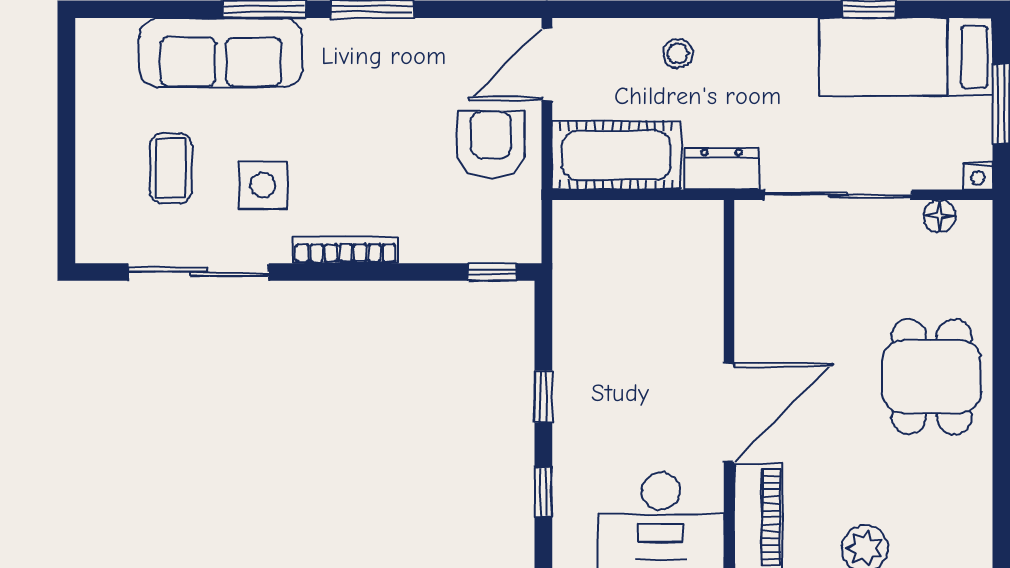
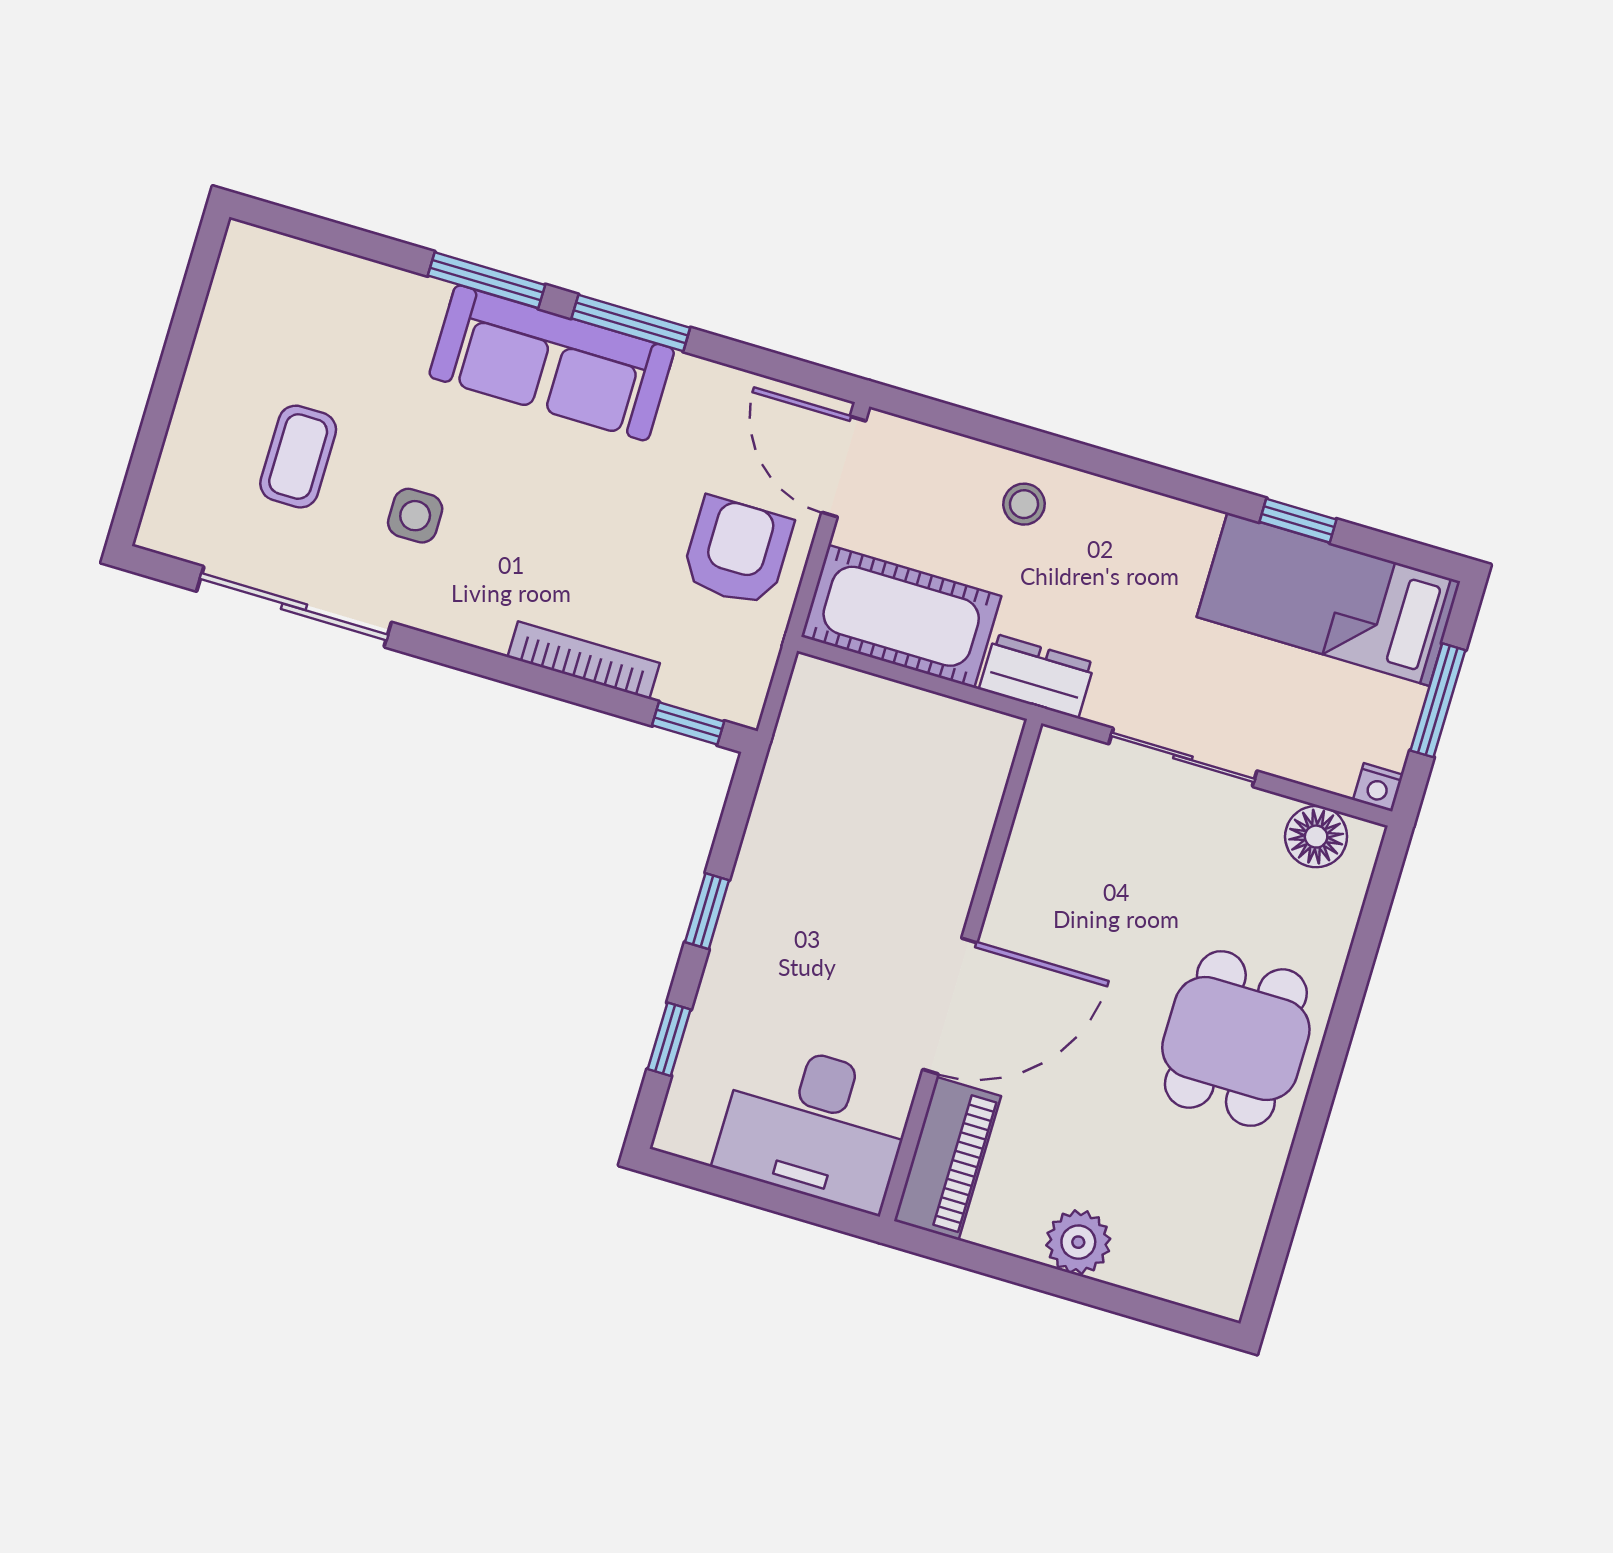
sofa: (221, 53) -> (552, 363), moved
door: (547, 64) -> (844, 467), hinge flipped
side table: (263, 185) -> (415, 516), width x0.73, depth x0.73
sliding door: (838, 195) -> (1183, 757), width x0.73
floor lamp: (940, 216) -> (1316, 837), width x1.37, depth x1.37
bookcase: (346, 250) -> (584, 660), moved

